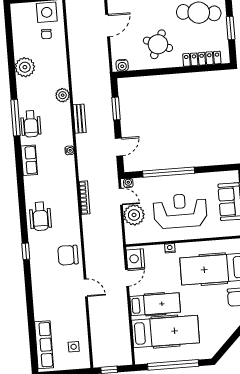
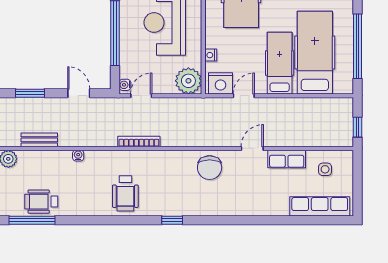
wheelchair: (31, 124) -> (41, 202), turned 180
row of seats: (29, 160) -> (287, 159), moved, turned 180
plant: (134, 215) -> (188, 81), moved
wheelchair: (40, 216) -> (125, 193), moved, turned 90
nightstand: (170, 248) -> (211, 55), moved
window: (26, 251) -> (172, 220), moved
door: (127, 278) -> (244, 96), hinge flipped

